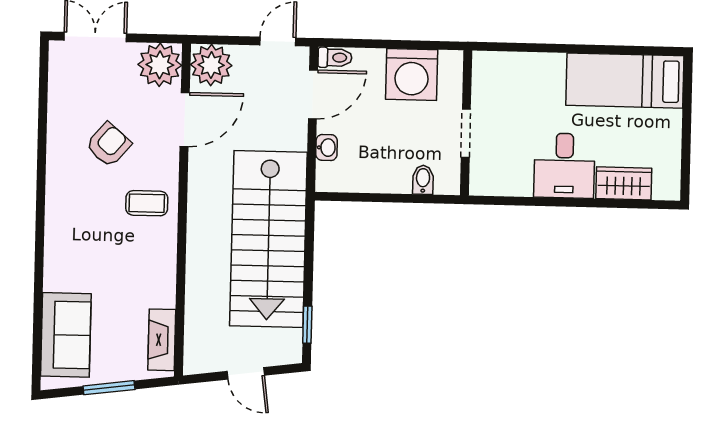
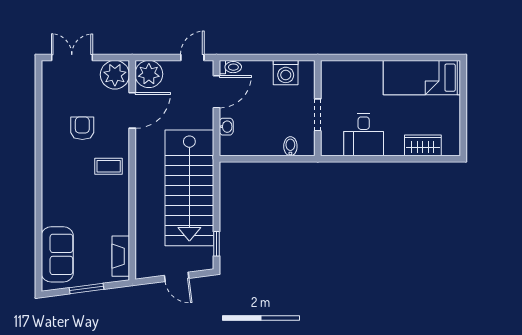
washing machine: (412, 75) -> (286, 73), width x0.73, depth x0.73
armchair: (108, 145) -> (82, 128), turned -41
desk: (564, 166) -> (364, 135), moved

